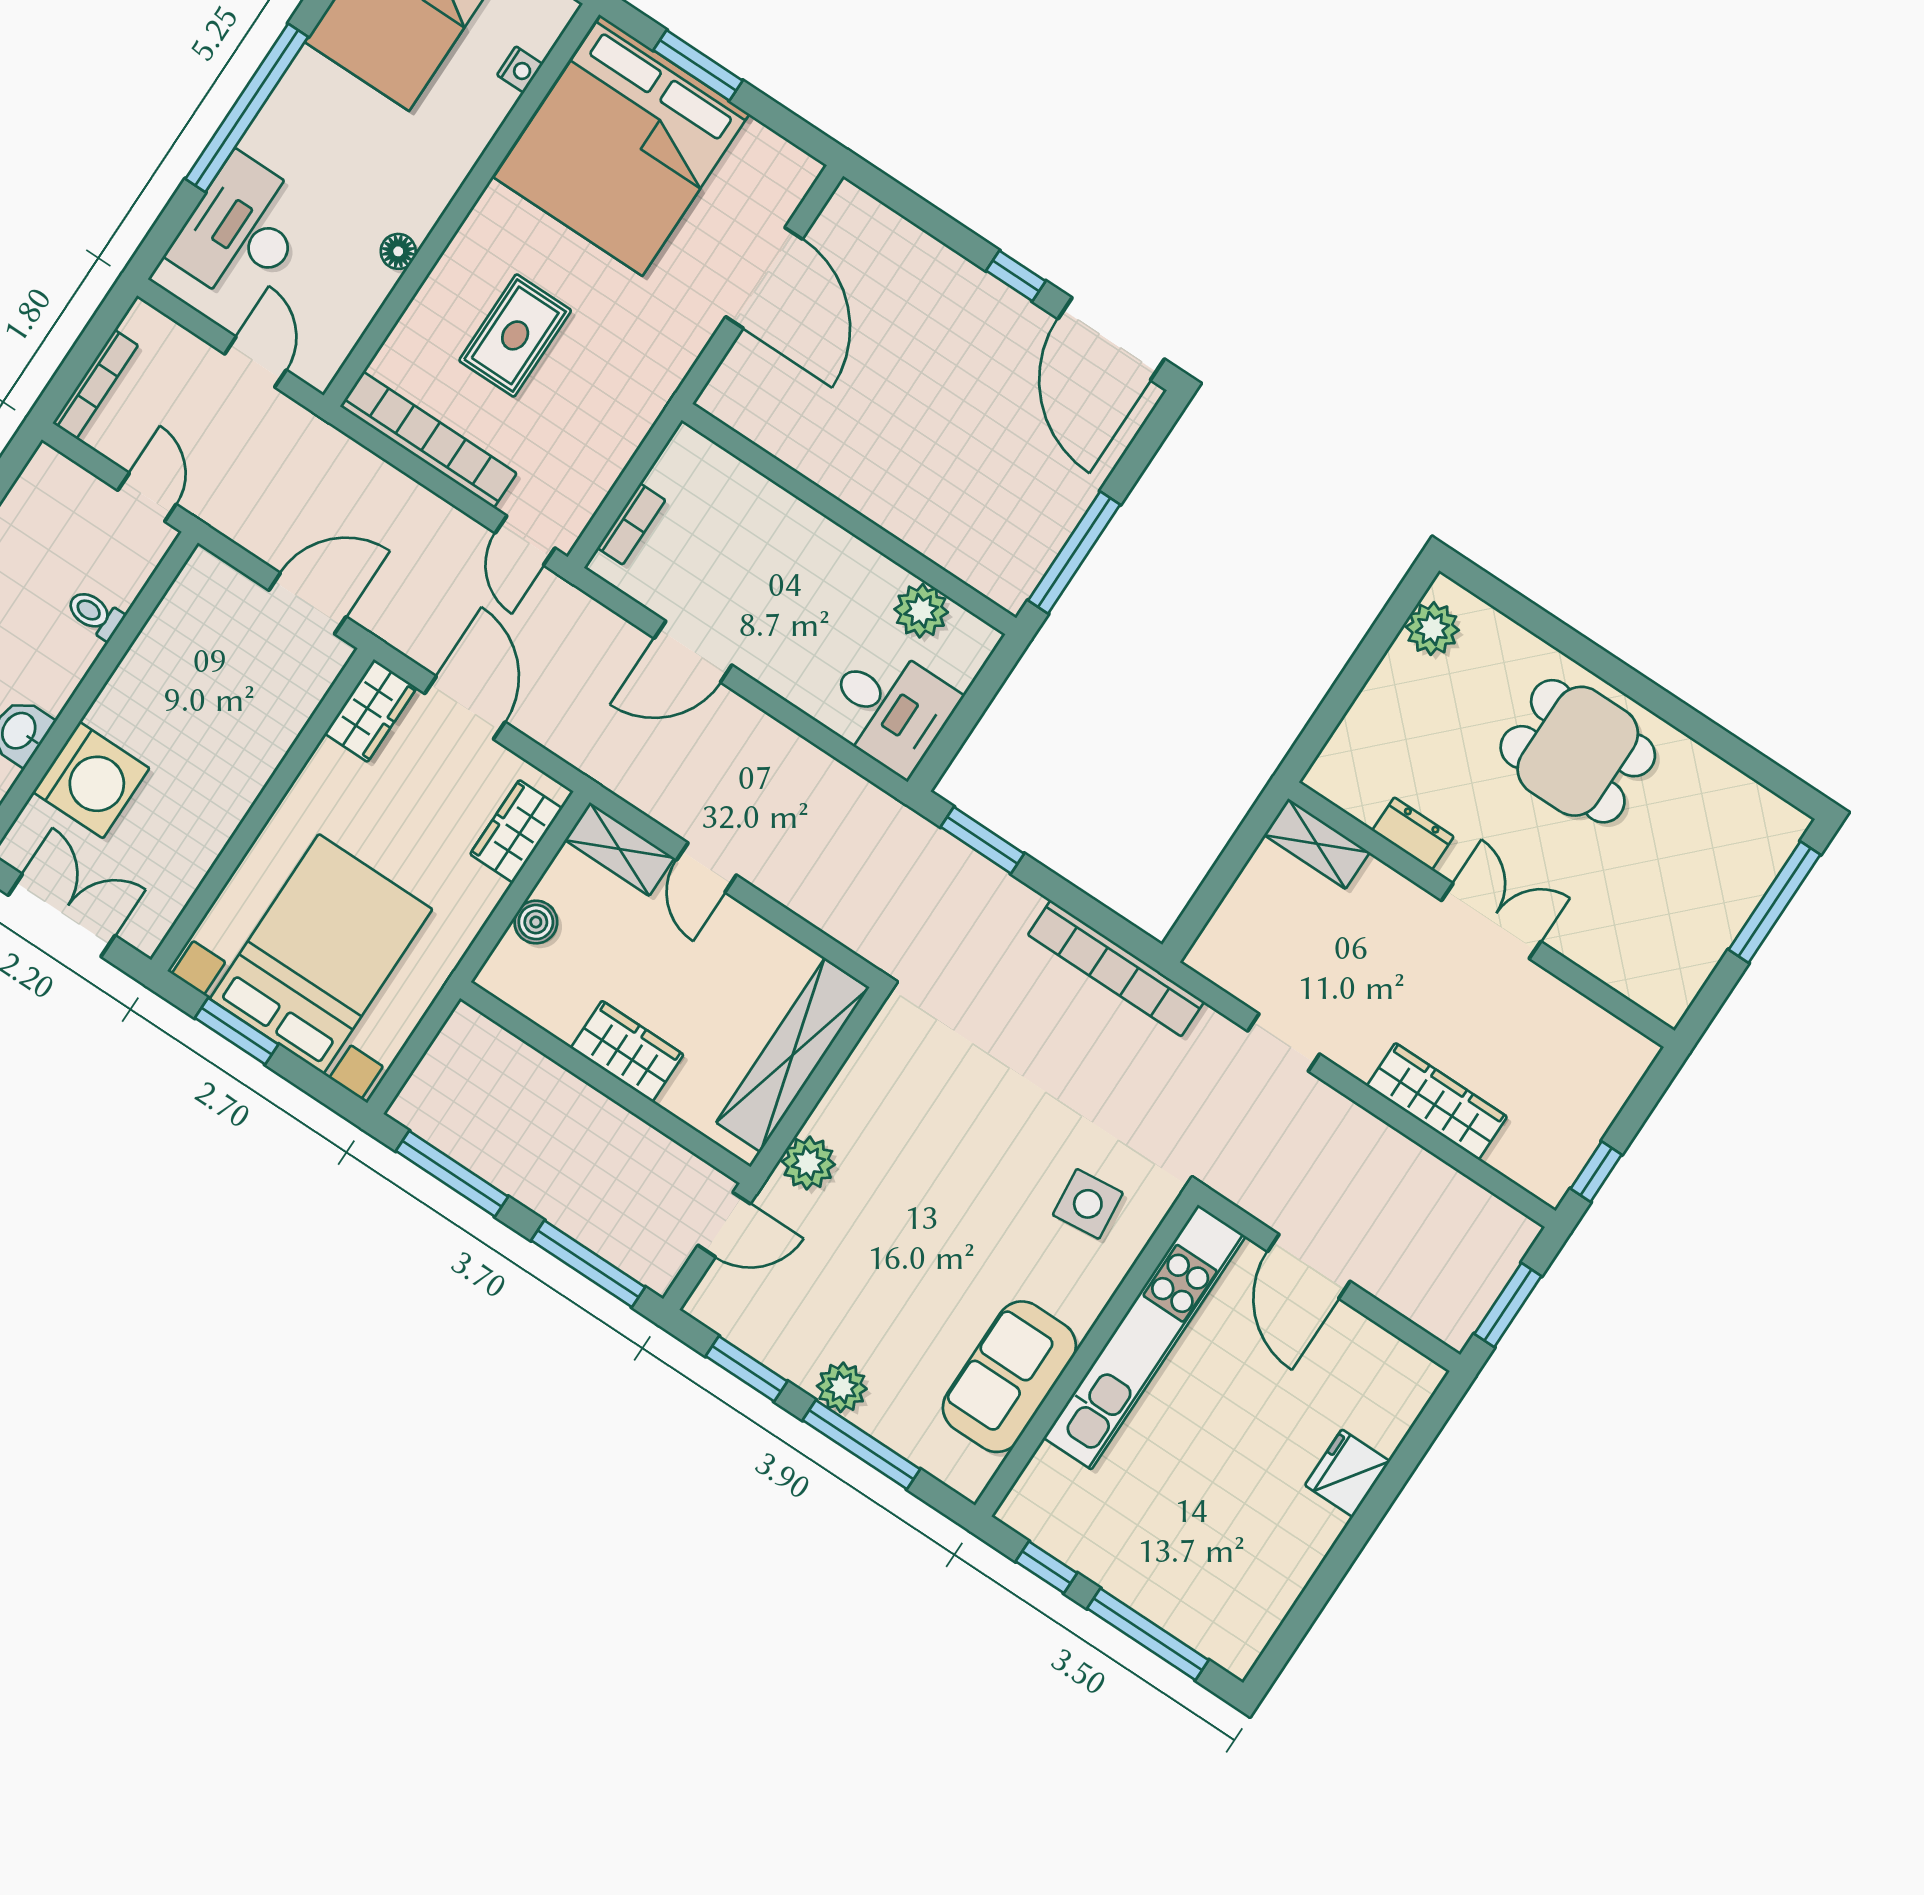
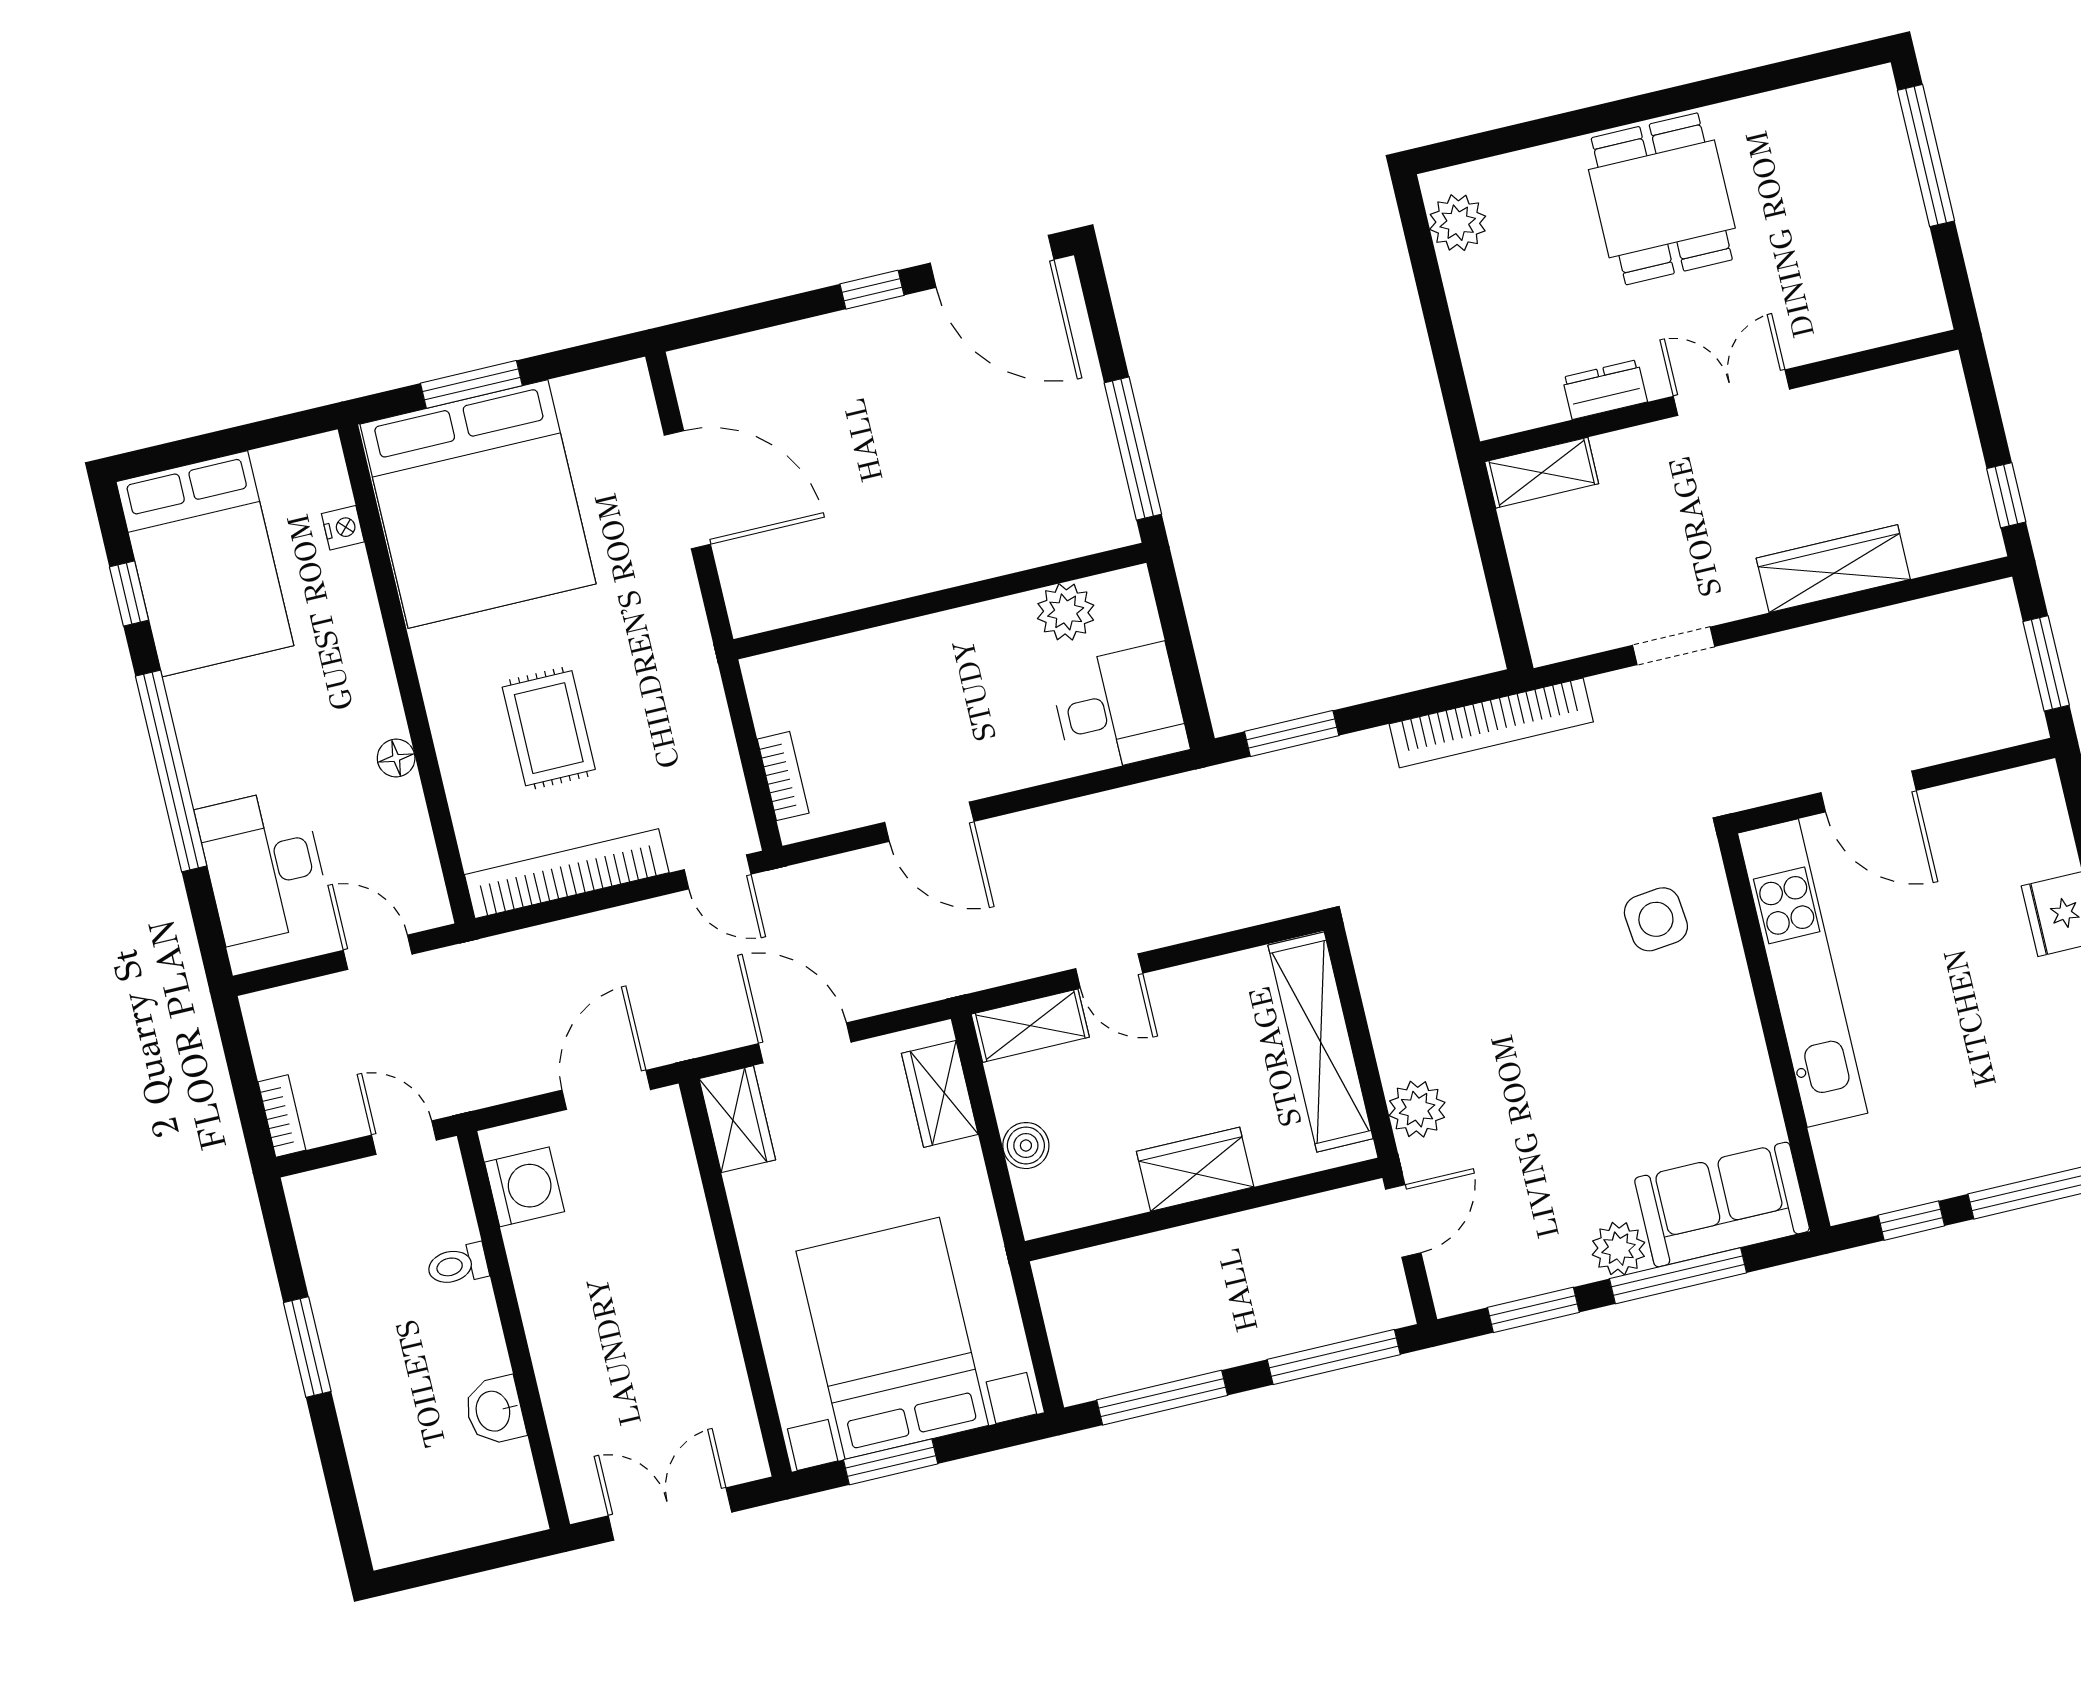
bookcase: (95, 384) -> (282, 1116), width x0.64
door: (693, 652) -> (929, 822), hinge flipped
dining table: (1578, 751) -> (1662, 199), turned 90
washing machine: (91, 780) -> (524, 1187), moved, width x0.73, depth x0.73
sofa: (1009, 1377) -> (1722, 1205), moved, turned 90

